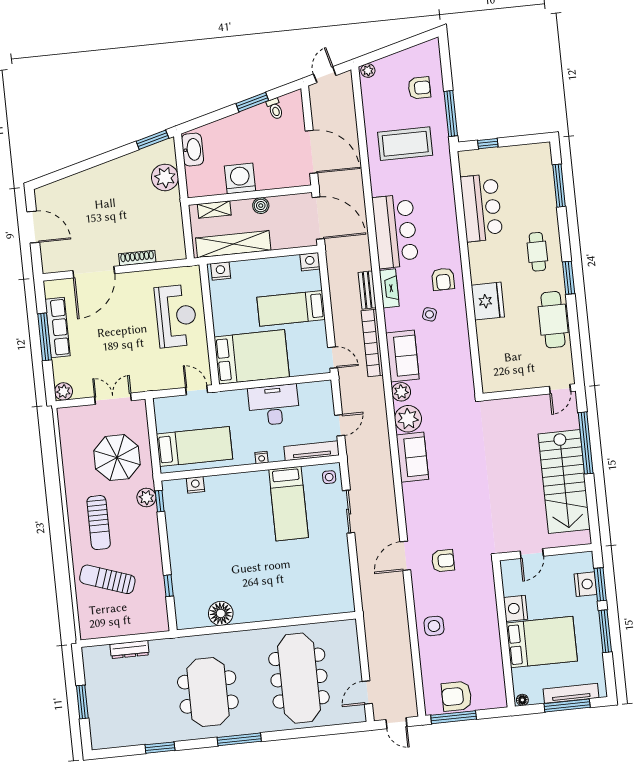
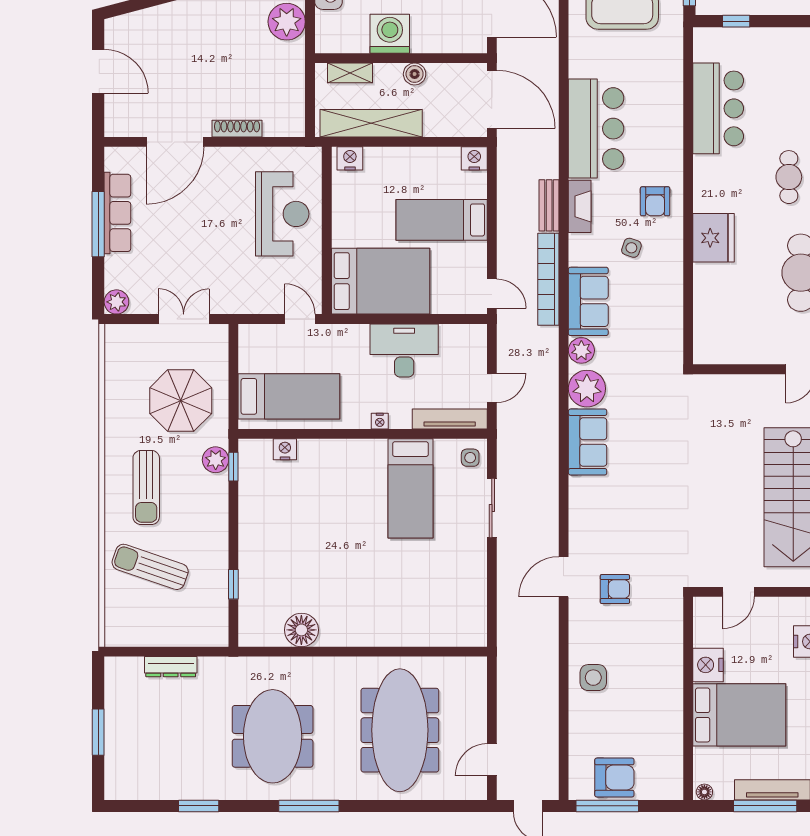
armchair: (457, 696) -> (614, 778), turned 180

